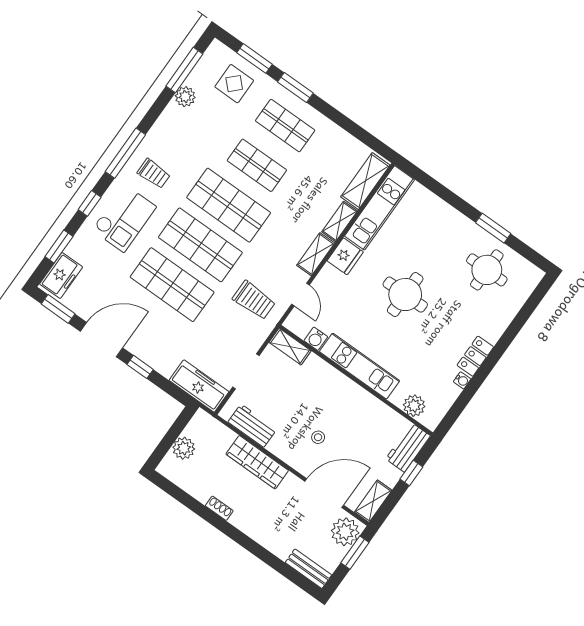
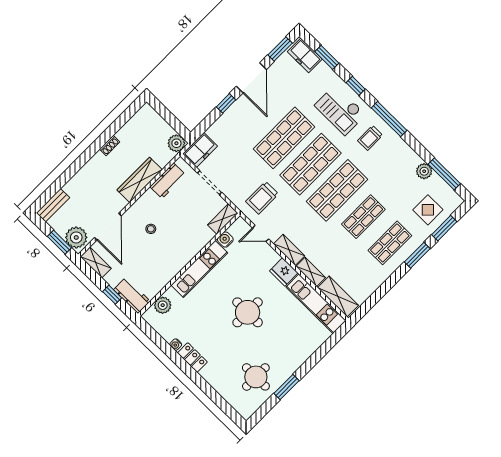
freezer: (199, 386) -> (200, 150), width x0.71
plant: (184, 448) -> (176, 143), moved

